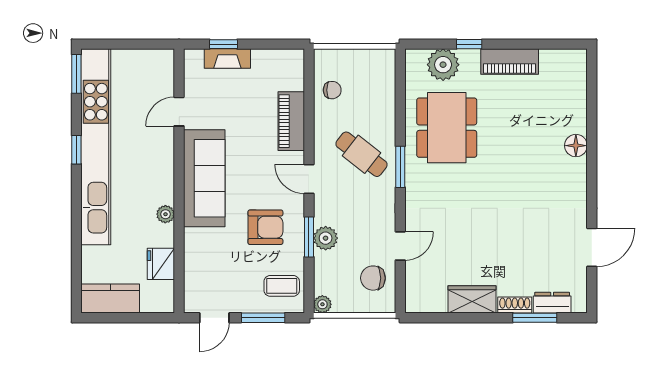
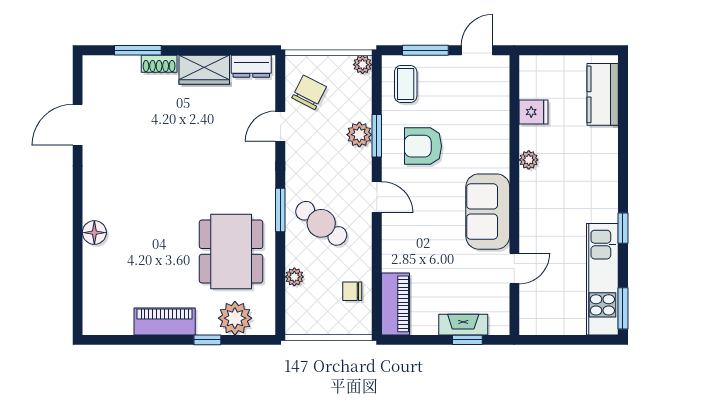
plant: (387, 104) -> (294, 277), added
piano: (291, 121) -> (396, 304), moved
kitchen unit: (96, 147) -> (602, 279), width x0.54
sofa: (204, 178) -> (488, 212), width x0.73
fridge: (161, 264) -> (534, 112), width x0.72
chair: (373, 278) -> (309, 92), turned -63
coffee table: (282, 286) -> (406, 84), turned 90
kitchen counter: (110, 299) -> (603, 94), moved, turned 90
dresser: (552, 303) -> (251, 66), moved

